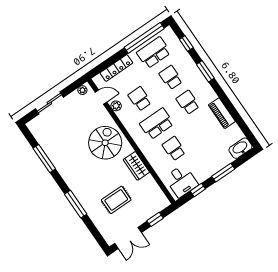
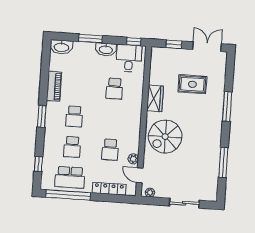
window: (205, 71) -> (42, 116), moved
school desk: (157, 124) -> (112, 119), removed
washbasin: (205, 174) -> (106, 49), added
window: (198, 190) -> (134, 42), moved

